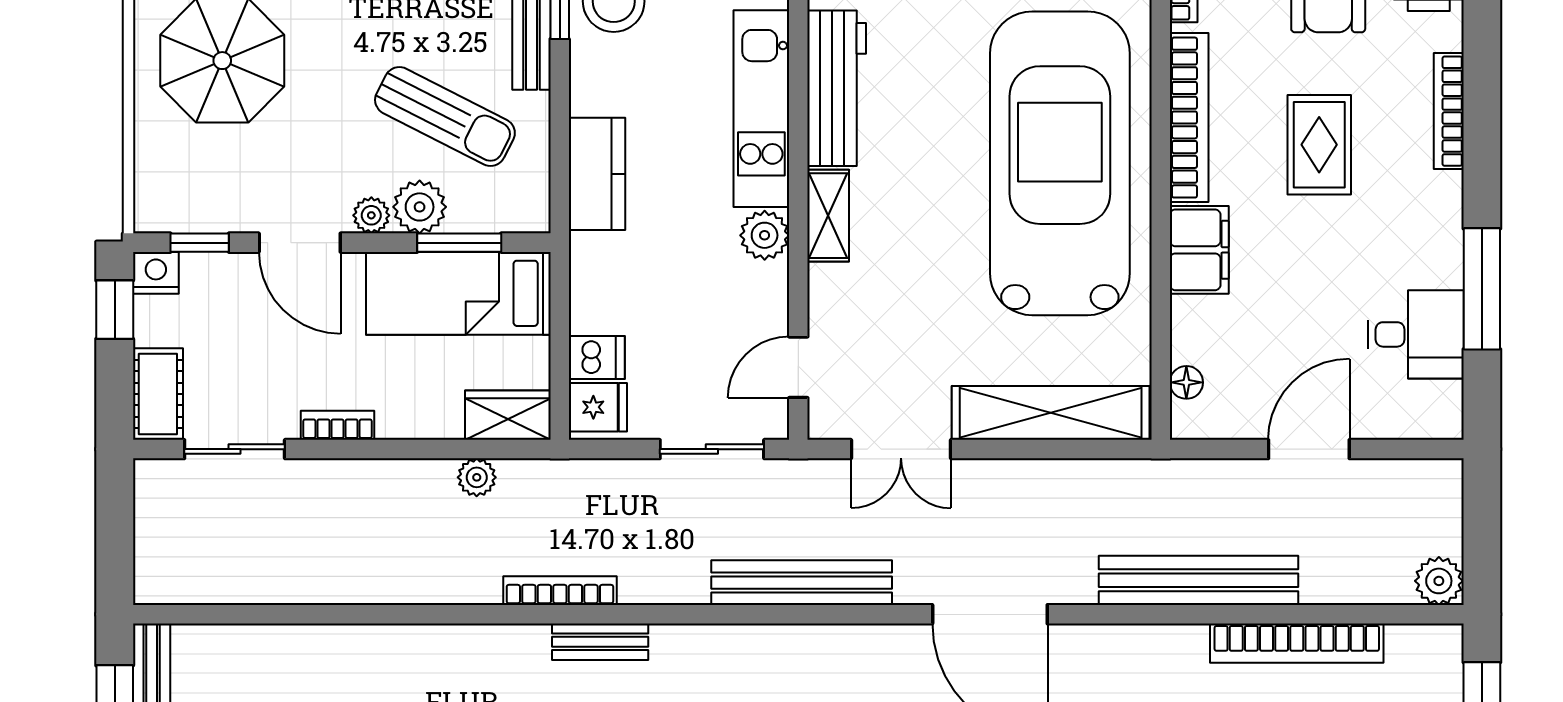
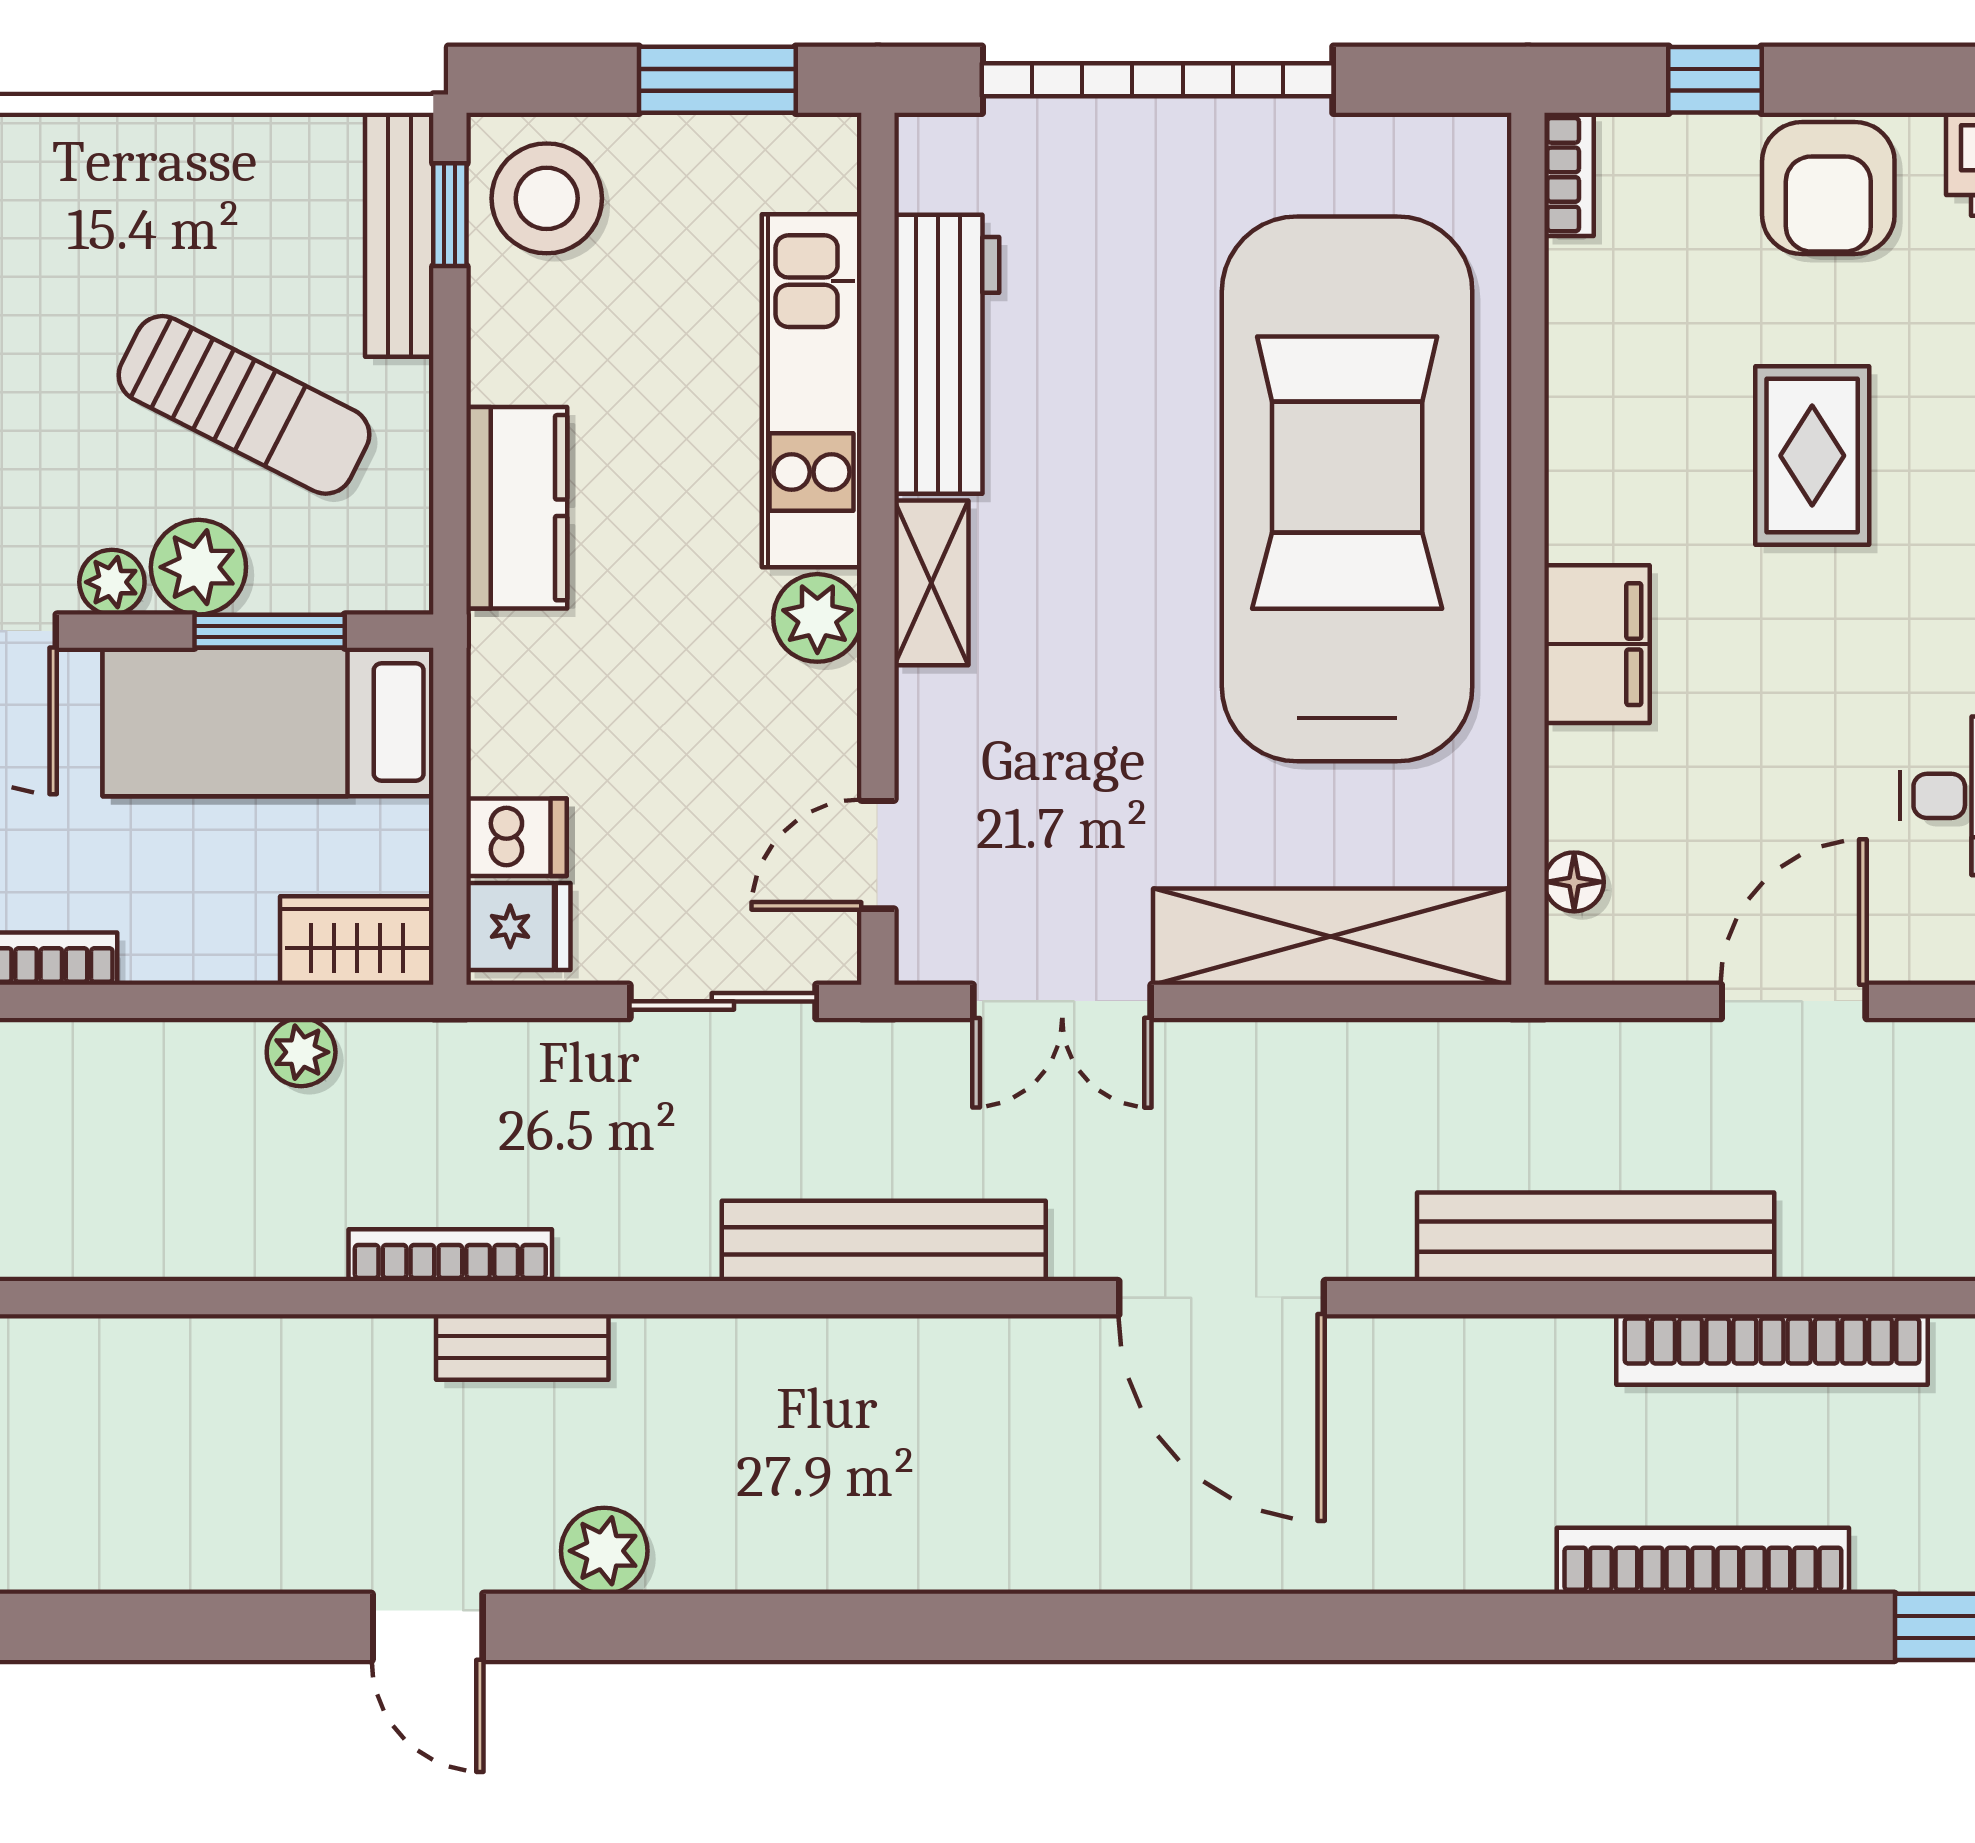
bookcase: (1189, 118) -> (1579, 407), removed

